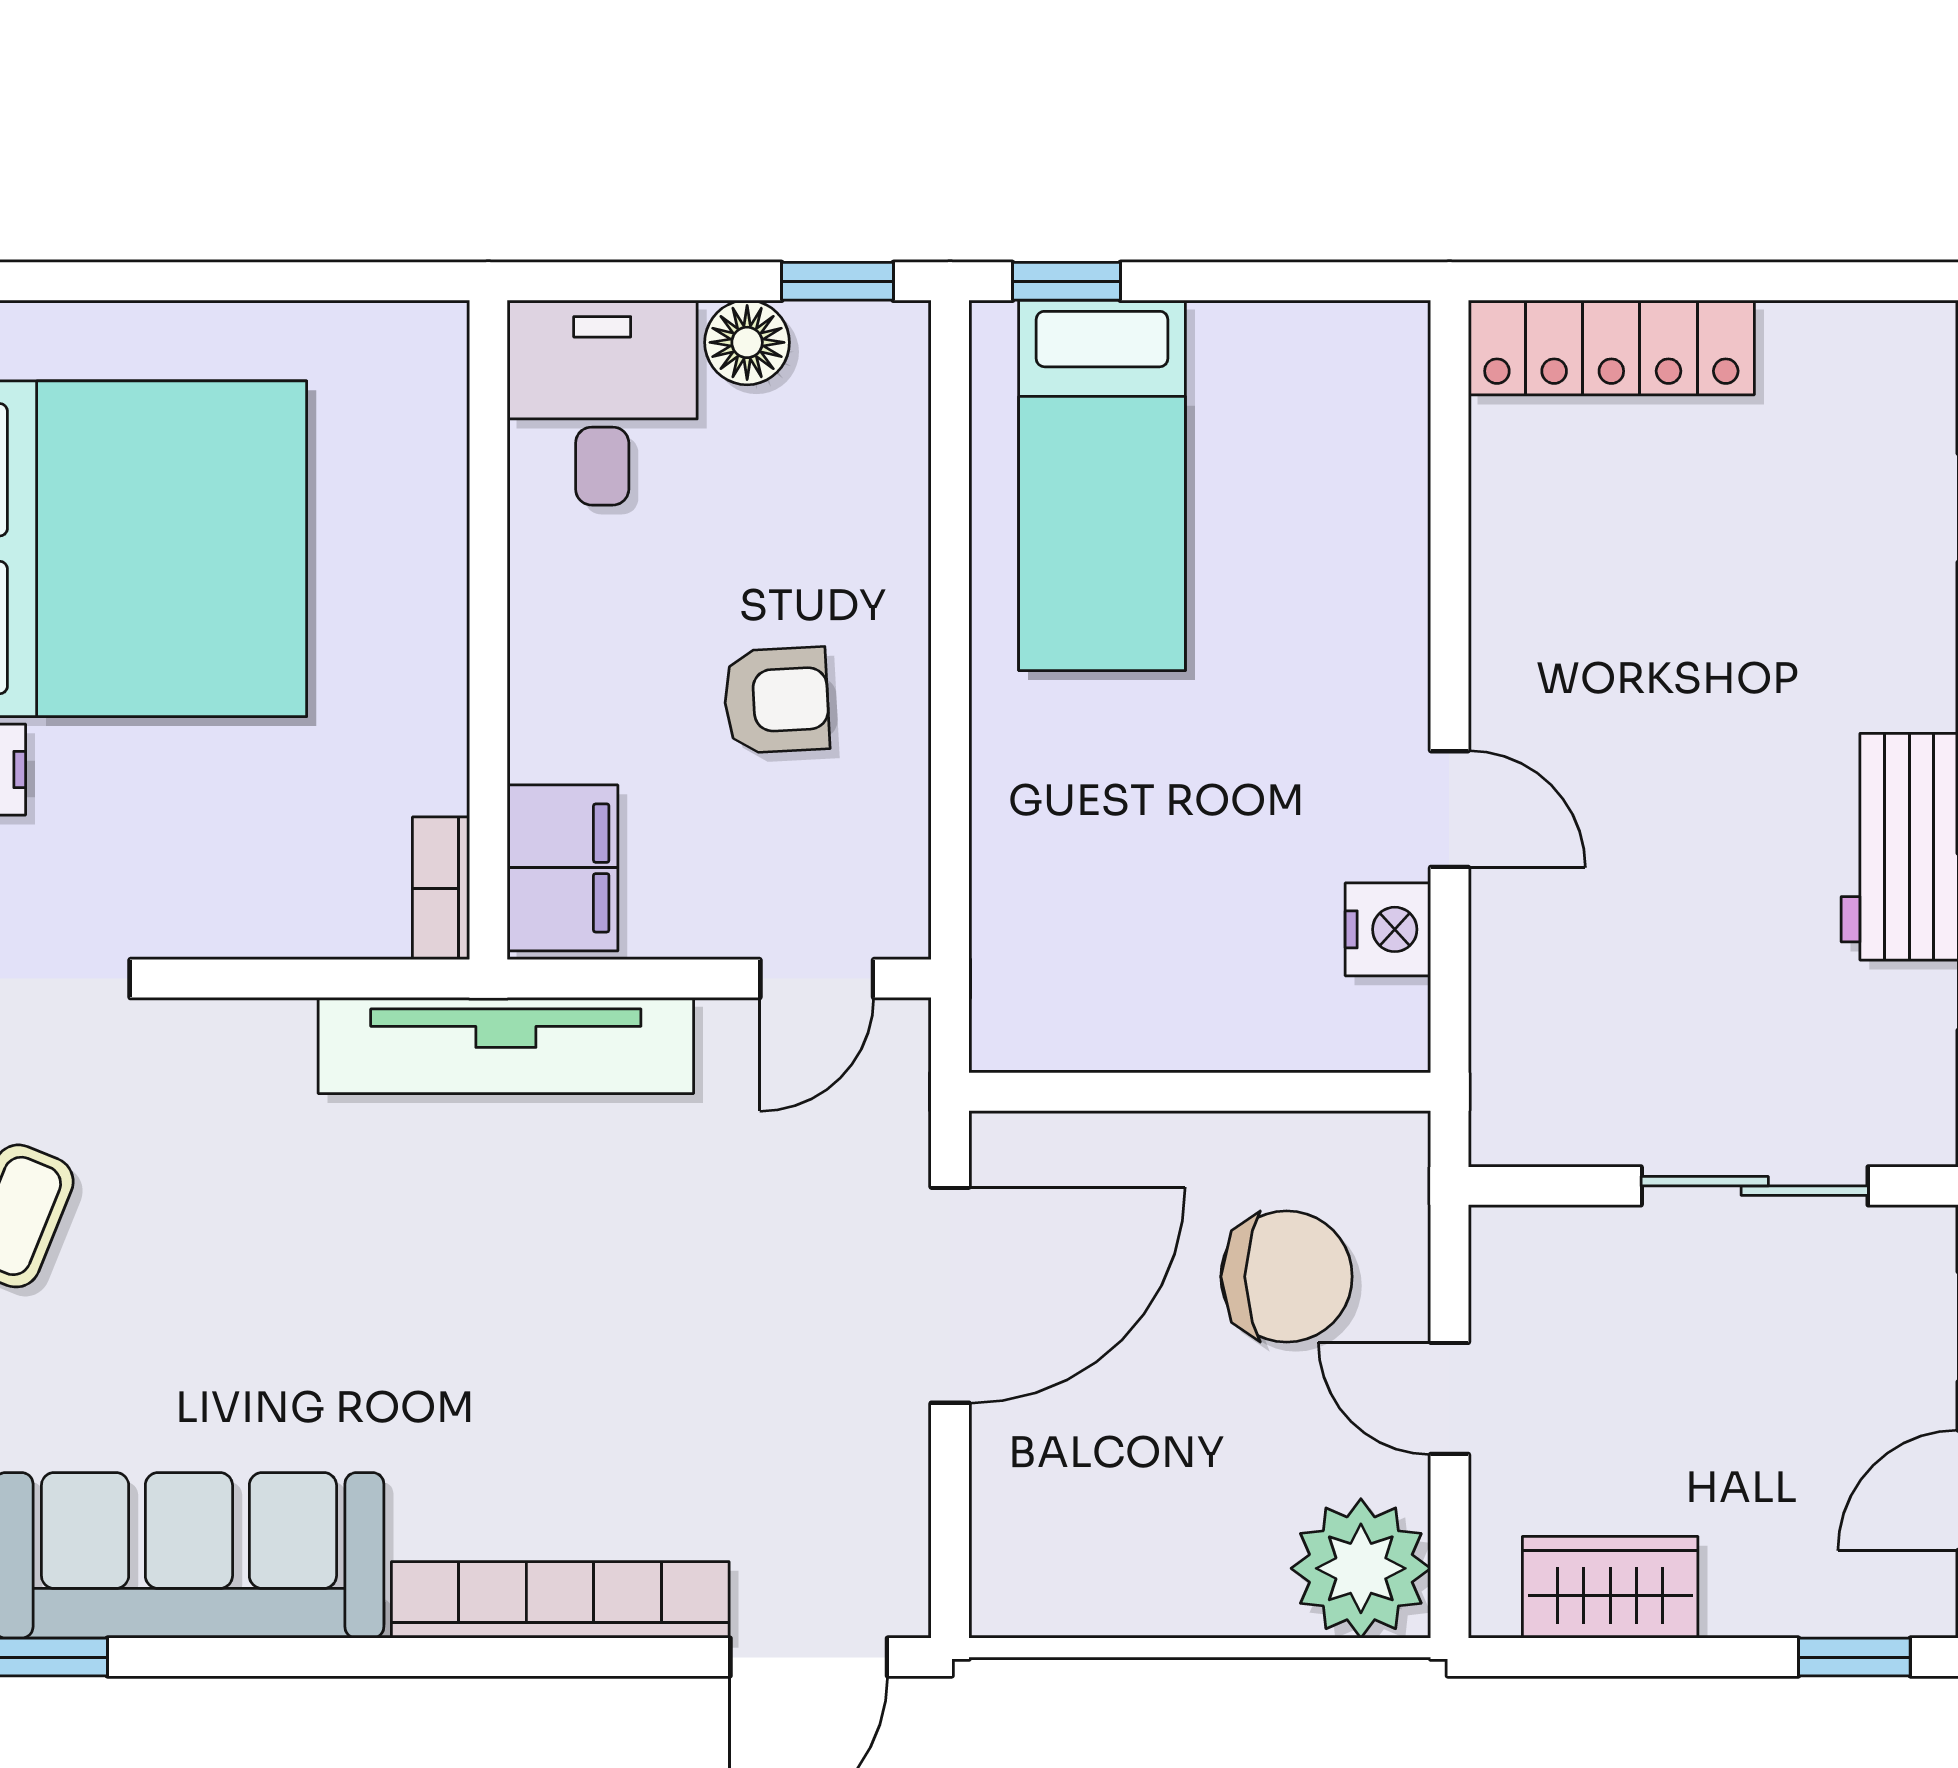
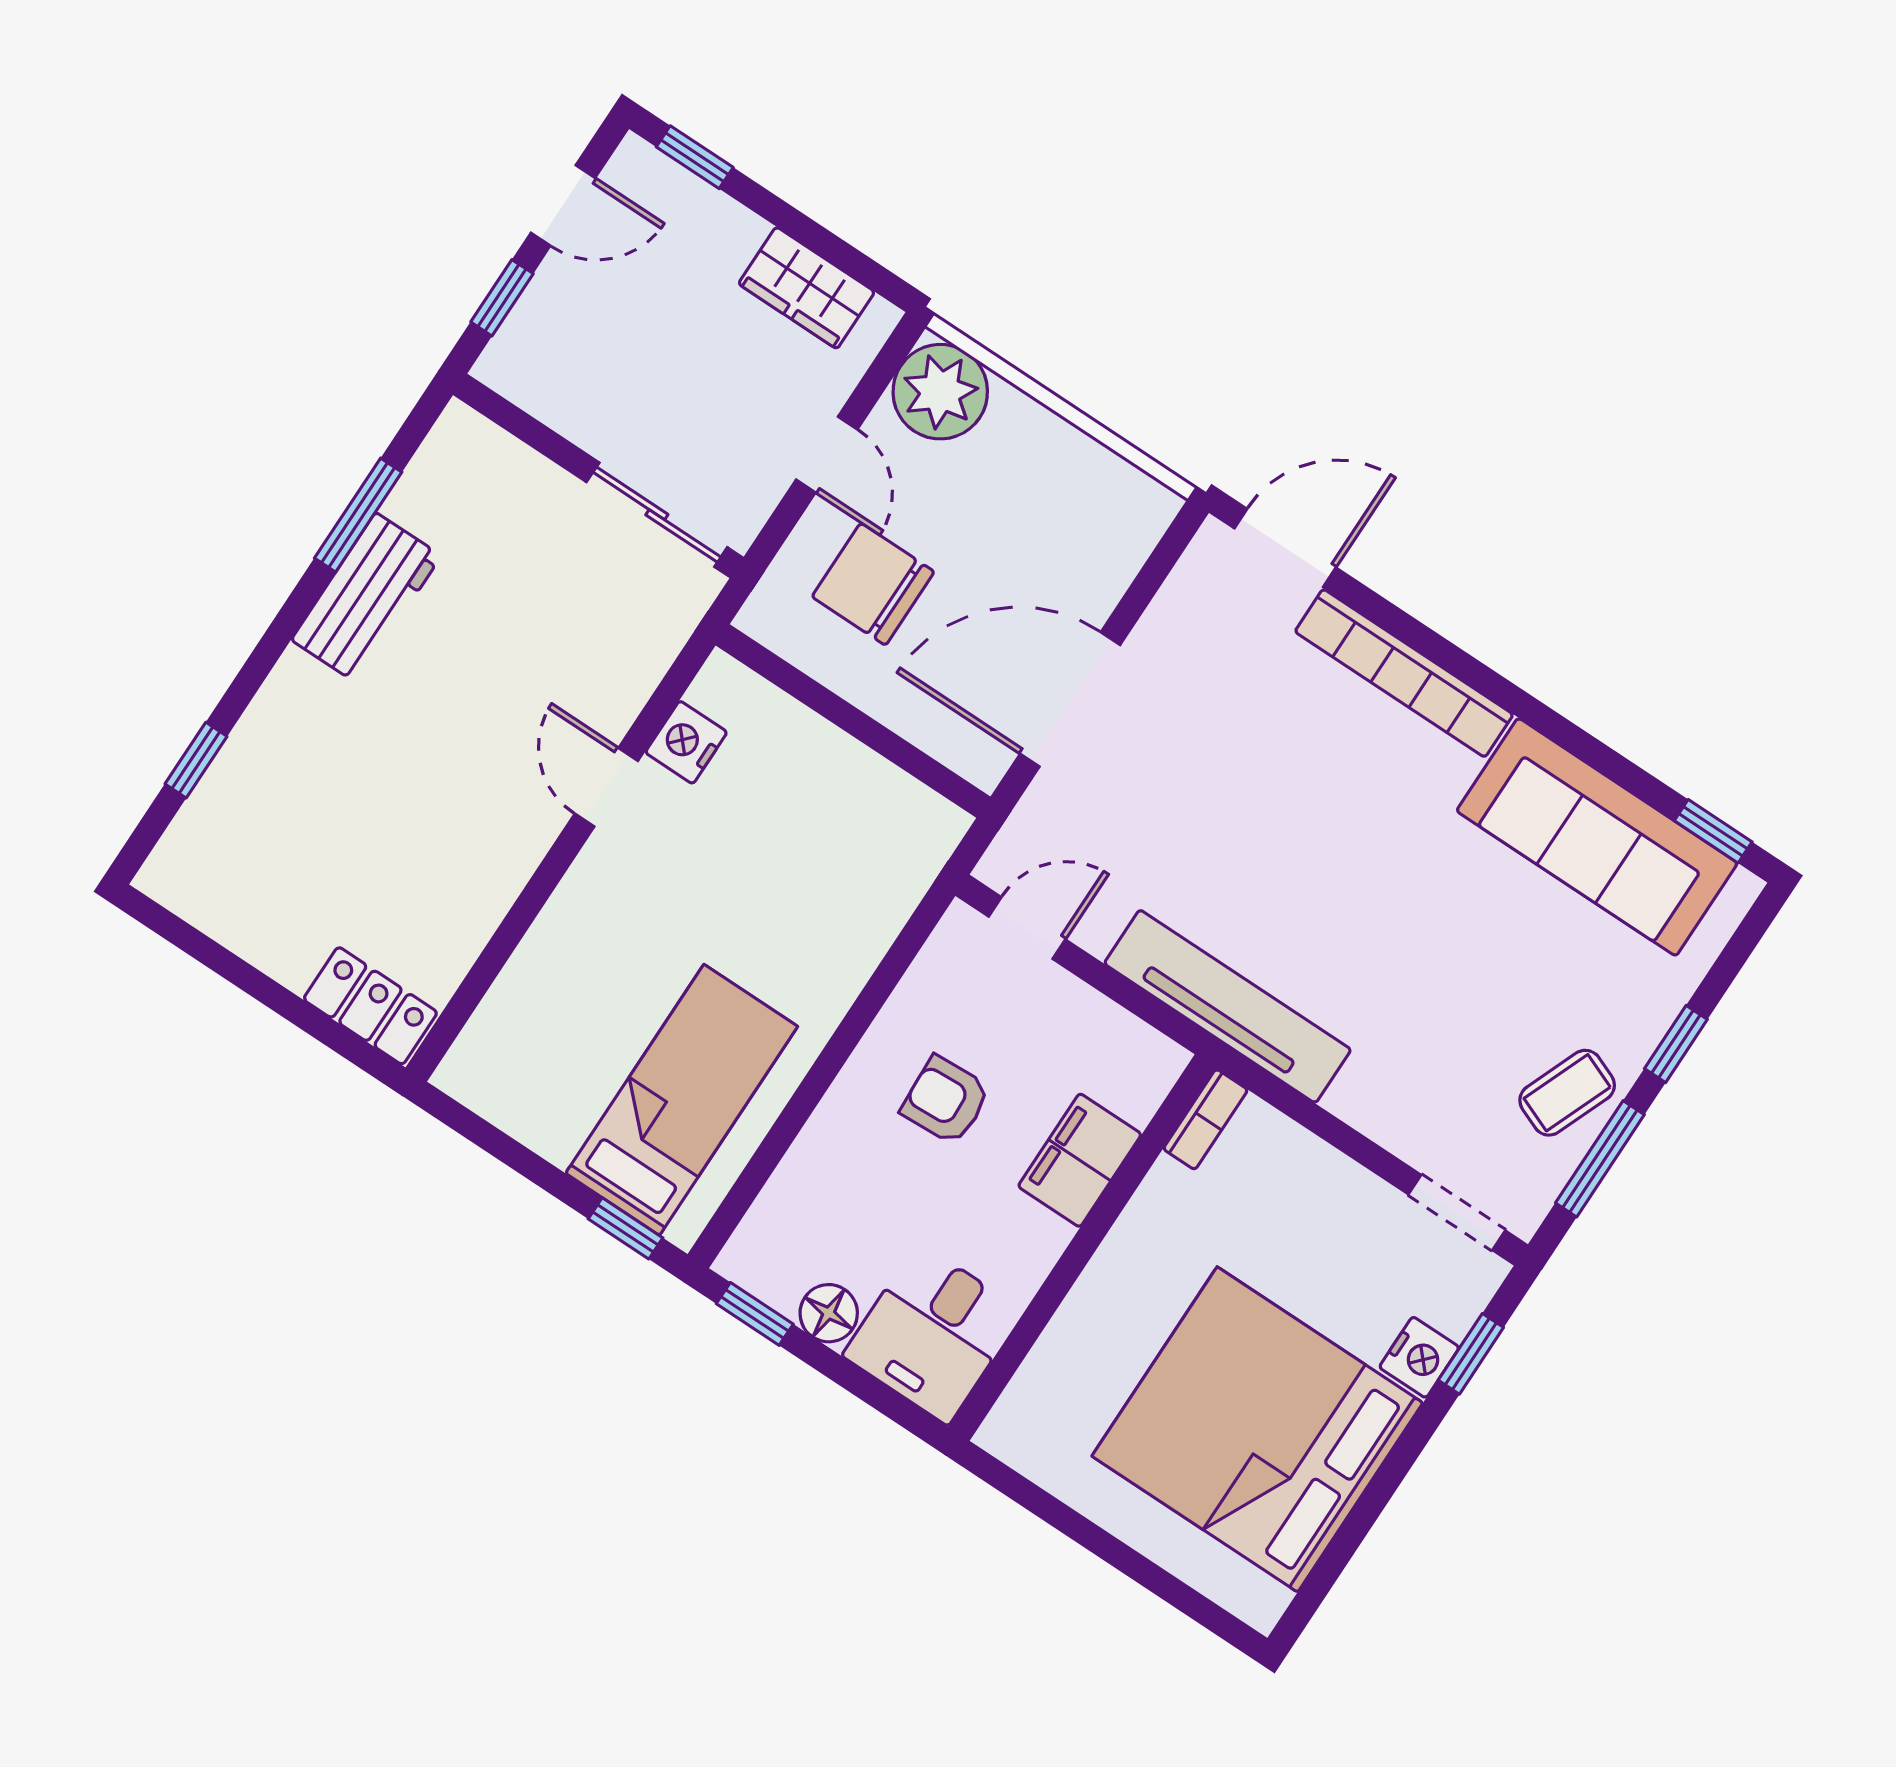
locker: (1611, 347) -> (370, 1006), width x0.66
filing cabinet: (562, 868) -> (1080, 1160), moved
sliding door: (1755, 1186) -> (657, 515), moved

